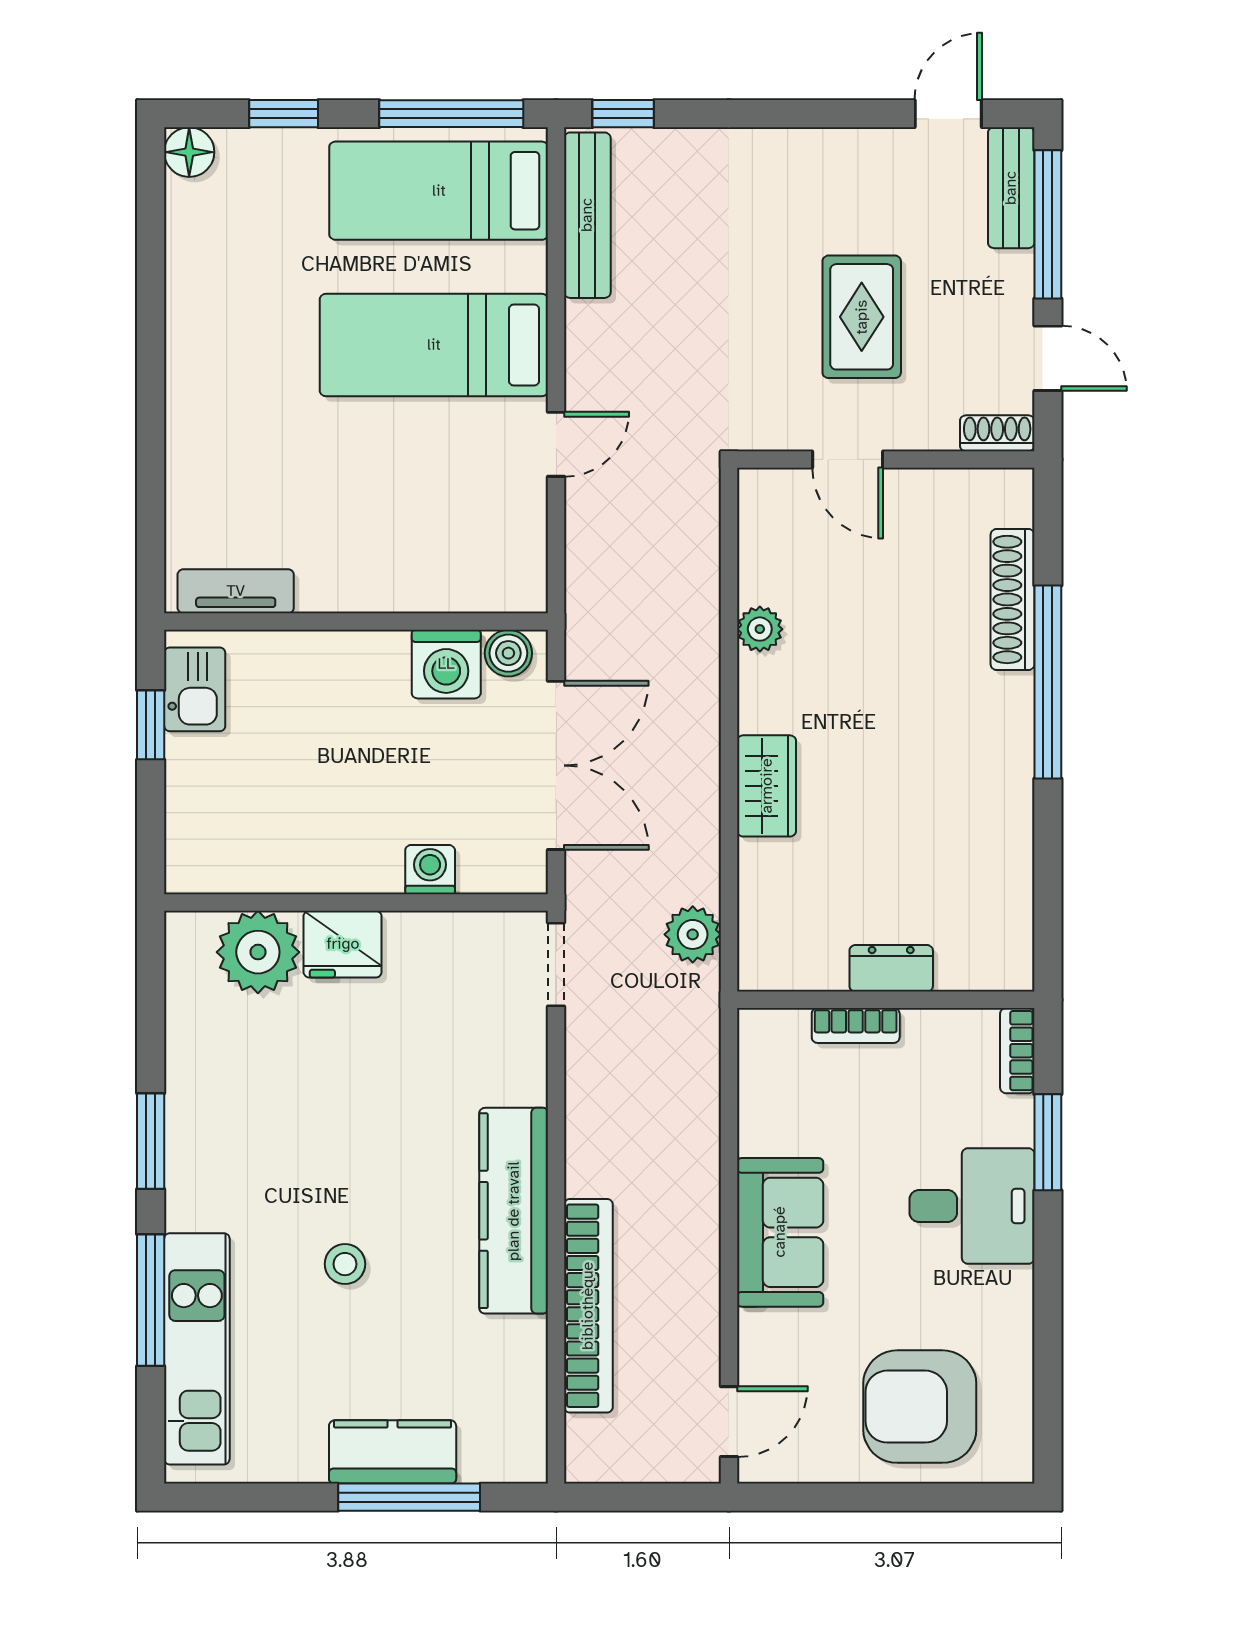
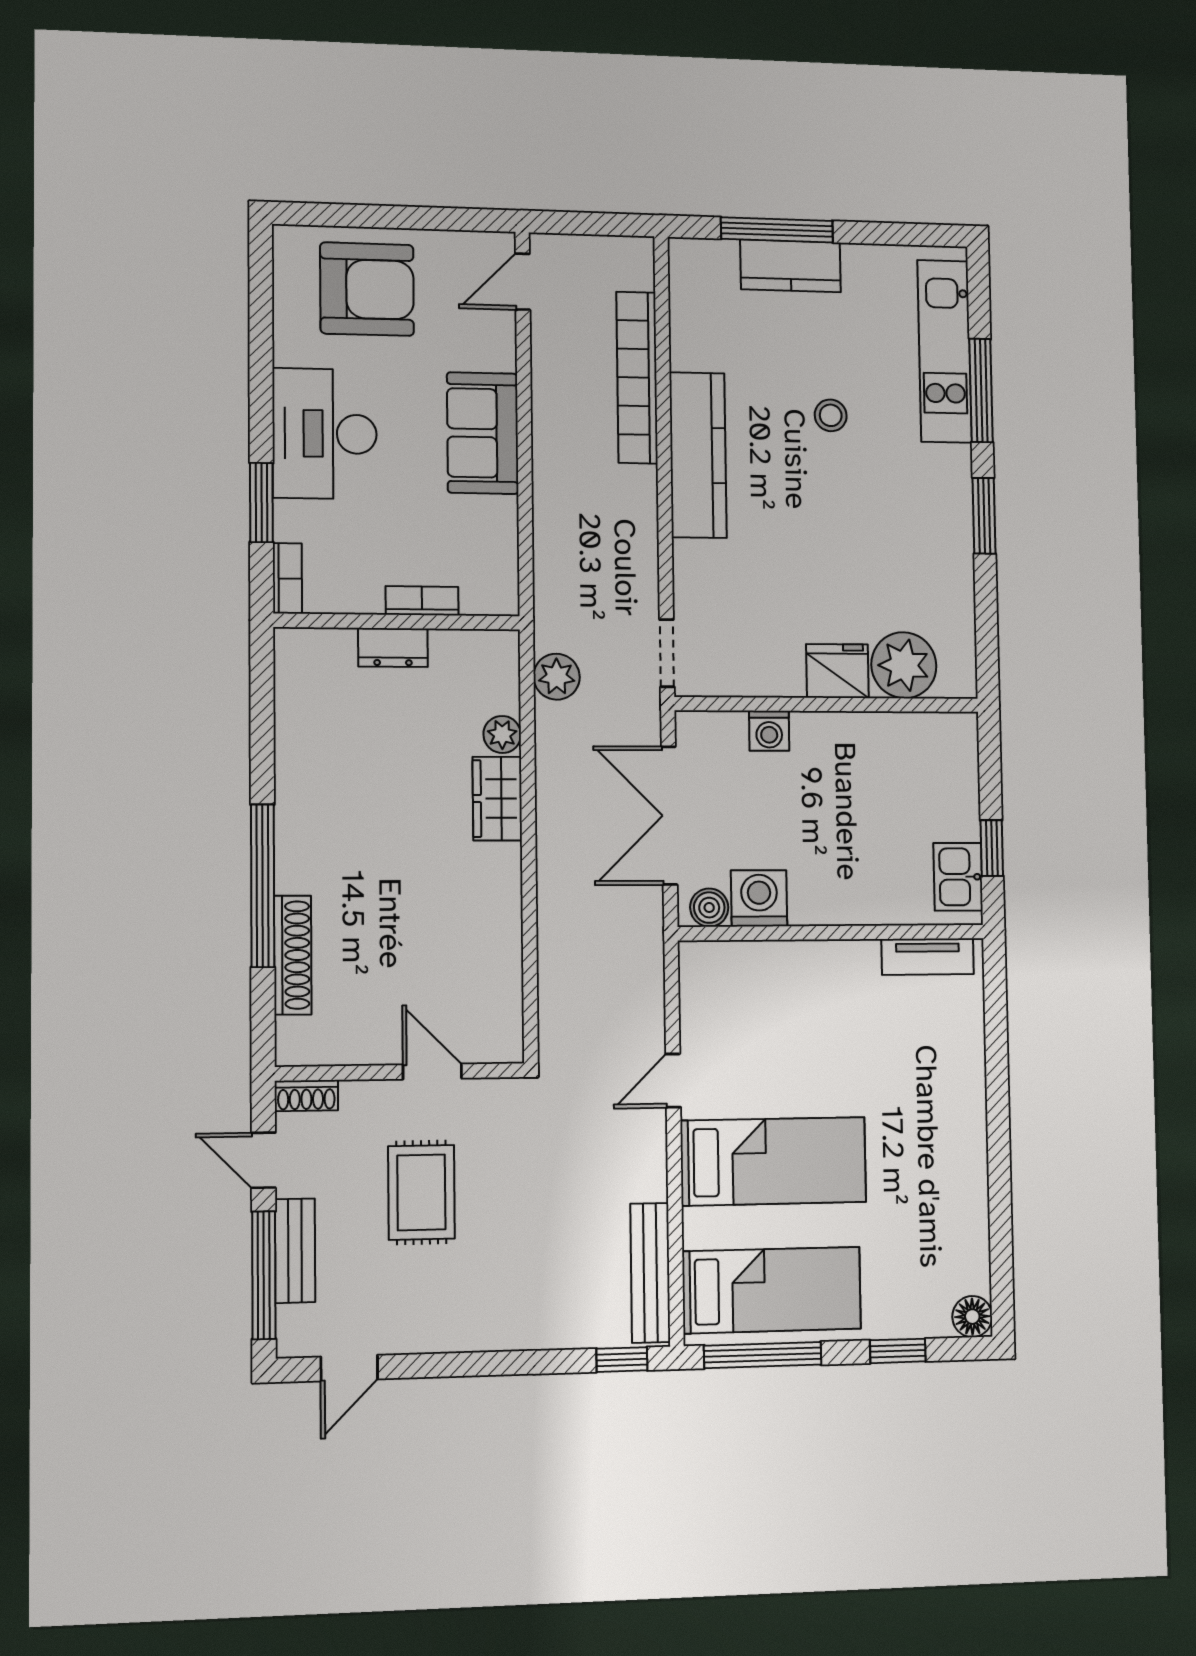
bench: (1011, 188) -> (295, 1251), moved
plant: (760, 629) -> (502, 734), moved
desk: (972, 1206) -> (325, 434), width x1.37

